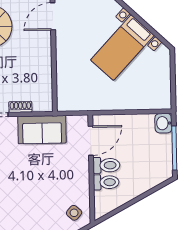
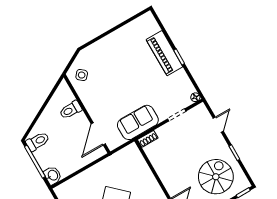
shoe rack: (20, 107) -> (148, 139), moved
toilet: (106, 165) -> (38, 141), moved, turned 180

